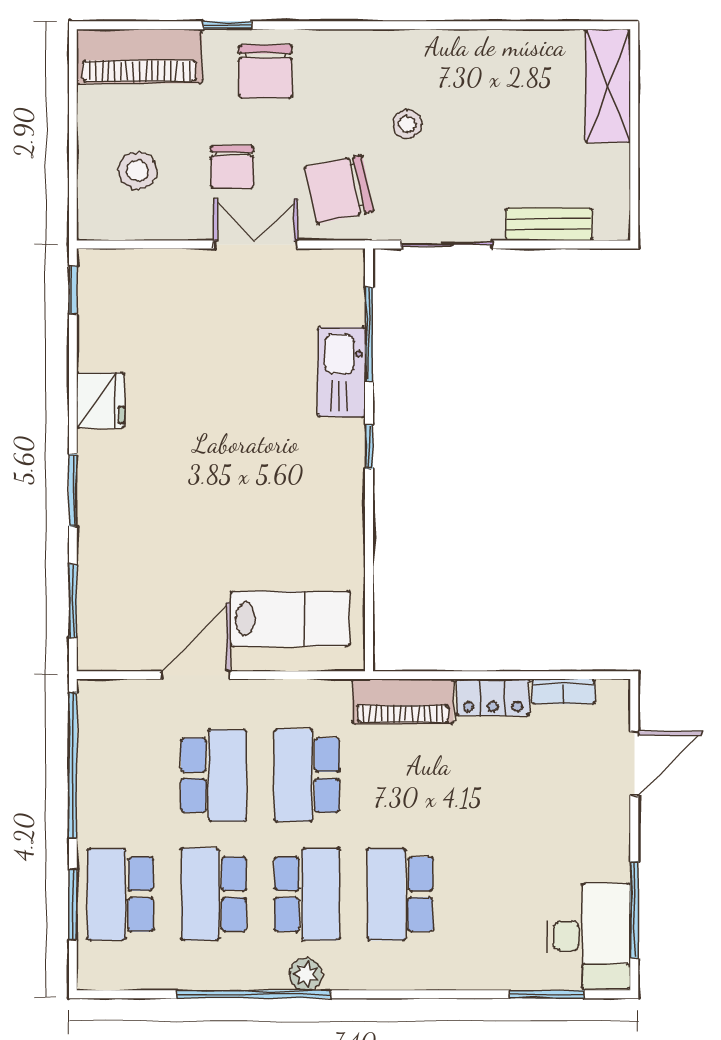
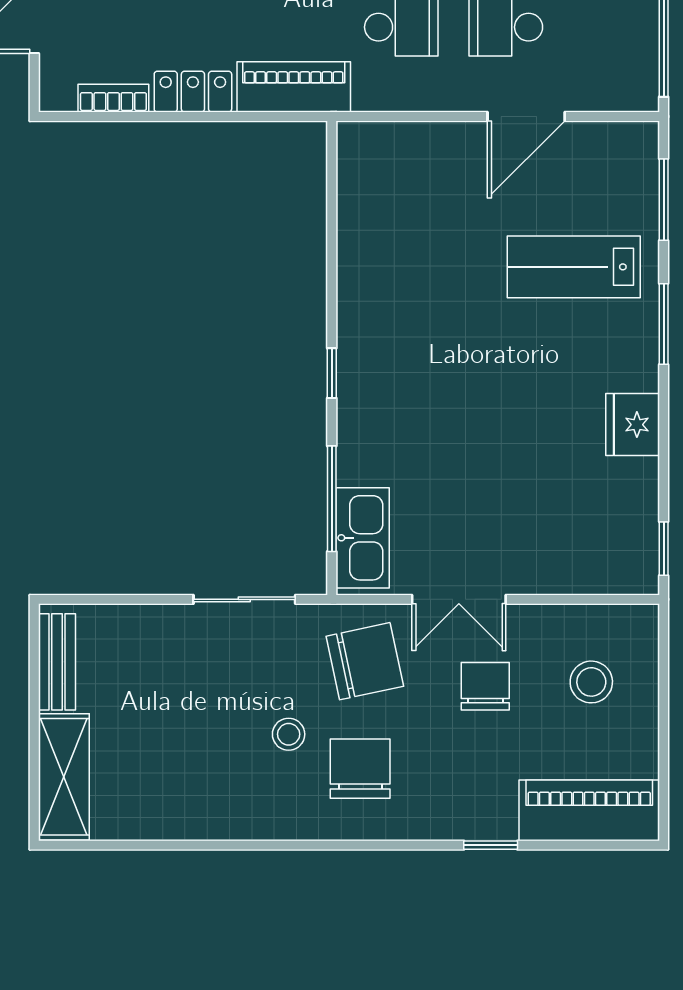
chair: (265, 72) -> (360, 769), moved
bench: (549, 224) -> (57, 662), moved, turned 90
kitchen sink: (341, 372) -> (363, 538), moved
lab bench: (290, 619) -> (574, 267), moved

